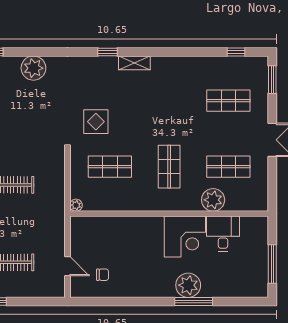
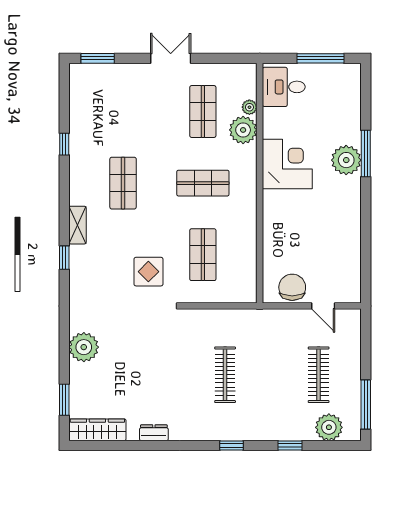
window: (236, 52) -> (64, 144), moved
shop shelf: (228, 101) -> (123, 183), moved
plant: (76, 205) -> (249, 107), moved
desk: (223, 234) -> (284, 87), moved
door: (68, 266) -> (323, 306), swing flipped
chair: (103, 275) -> (292, 287), moved, width x1.87, depth x1.87

